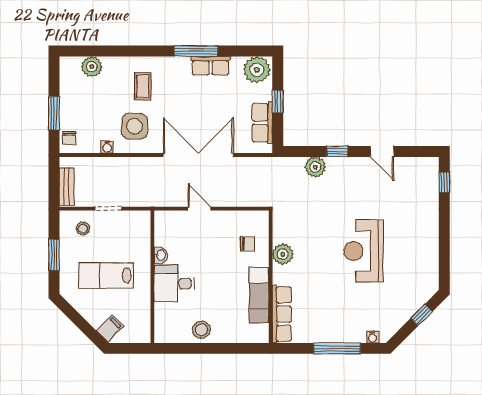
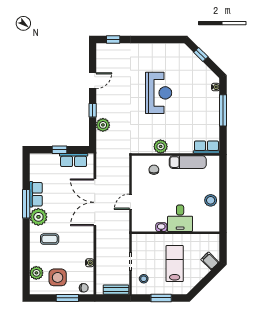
plant: (257, 70) -> (38, 217), moved
side table: (135, 126) -> (58, 277), moved
reception desk: (364, 251) -> (159, 93), turned -90
lab bench: (106, 275) -> (175, 263), turned 180
row of seats: (282, 314) -> (206, 147), width x0.68

